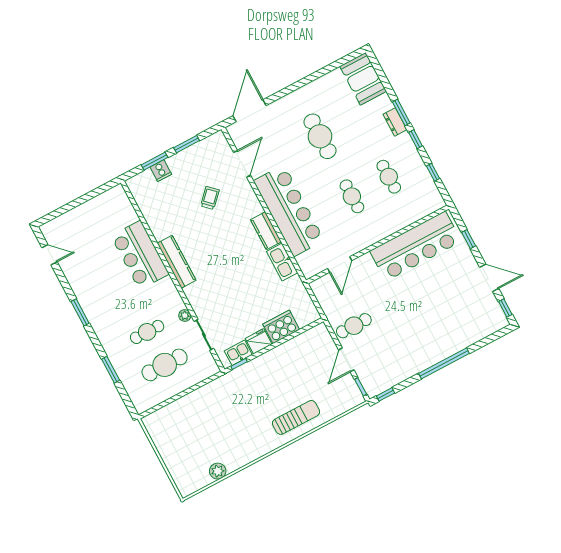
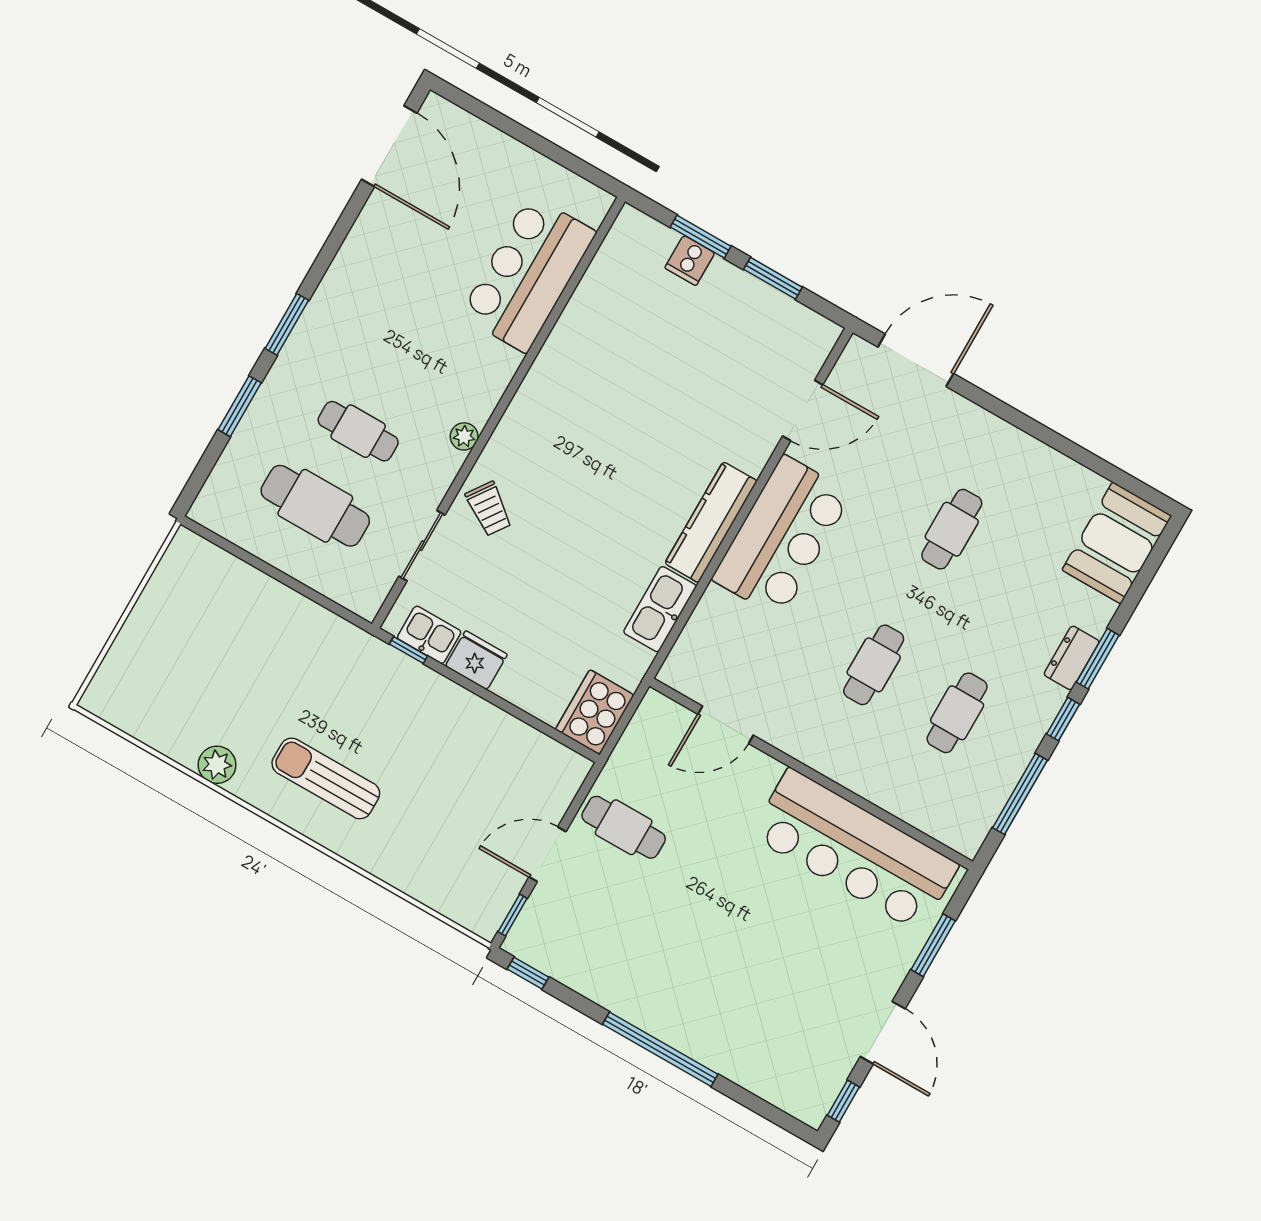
cafe table: (320, 136) -> (952, 529), width x0.73, depth x0.74
window: (433, 172) -> (1020, 794), width x2.17
trolley: (210, 198) -> (489, 509), moved, turned 81
bar counter: (289, 211) -> (782, 536), width x0.73
kitchen counter: (266, 231) -> (711, 522), width x1.50
window: (469, 239) -> (933, 945), width x1.50
door: (49, 255) -> (389, 146), width x1.87
bar counter: (140, 255) -> (528, 274), moved
kitchen counter: (177, 262) -> (531, 403), removed
window: (80, 312) -> (287, 324), moved
plant: (185, 315) -> (464, 436), moved
cooker: (281, 327) -> (595, 712), moved, turned -90
sun lounger: (296, 417) -> (326, 778), moved, turned 180
plant: (218, 471) -> (217, 765), moved

